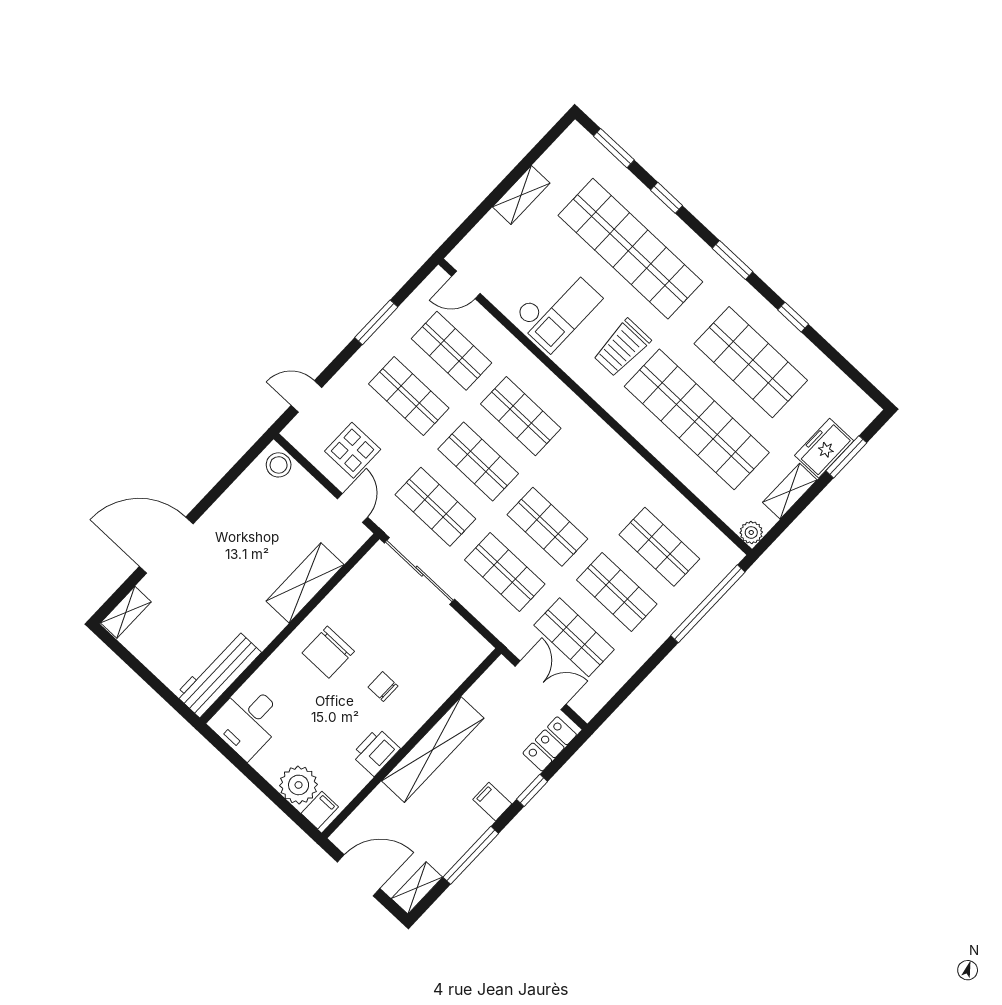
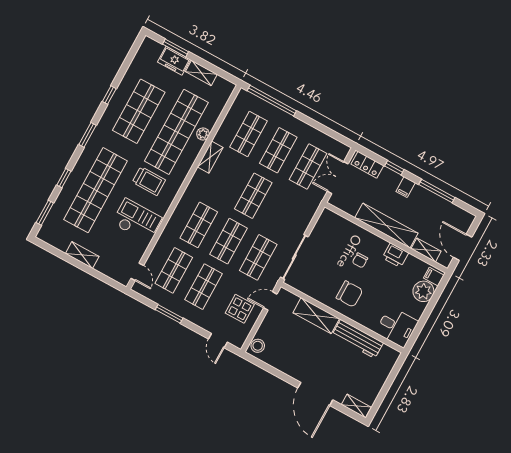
shelving: (636, 468) -> (210, 157), added
plant: (751, 532) -> (203, 134), moved
shop shelf: (505, 572) -> (283, 212), removed
workbench: (218, 674) -> (358, 339), moved
shelving: (417, 888) -> (426, 250), moved

